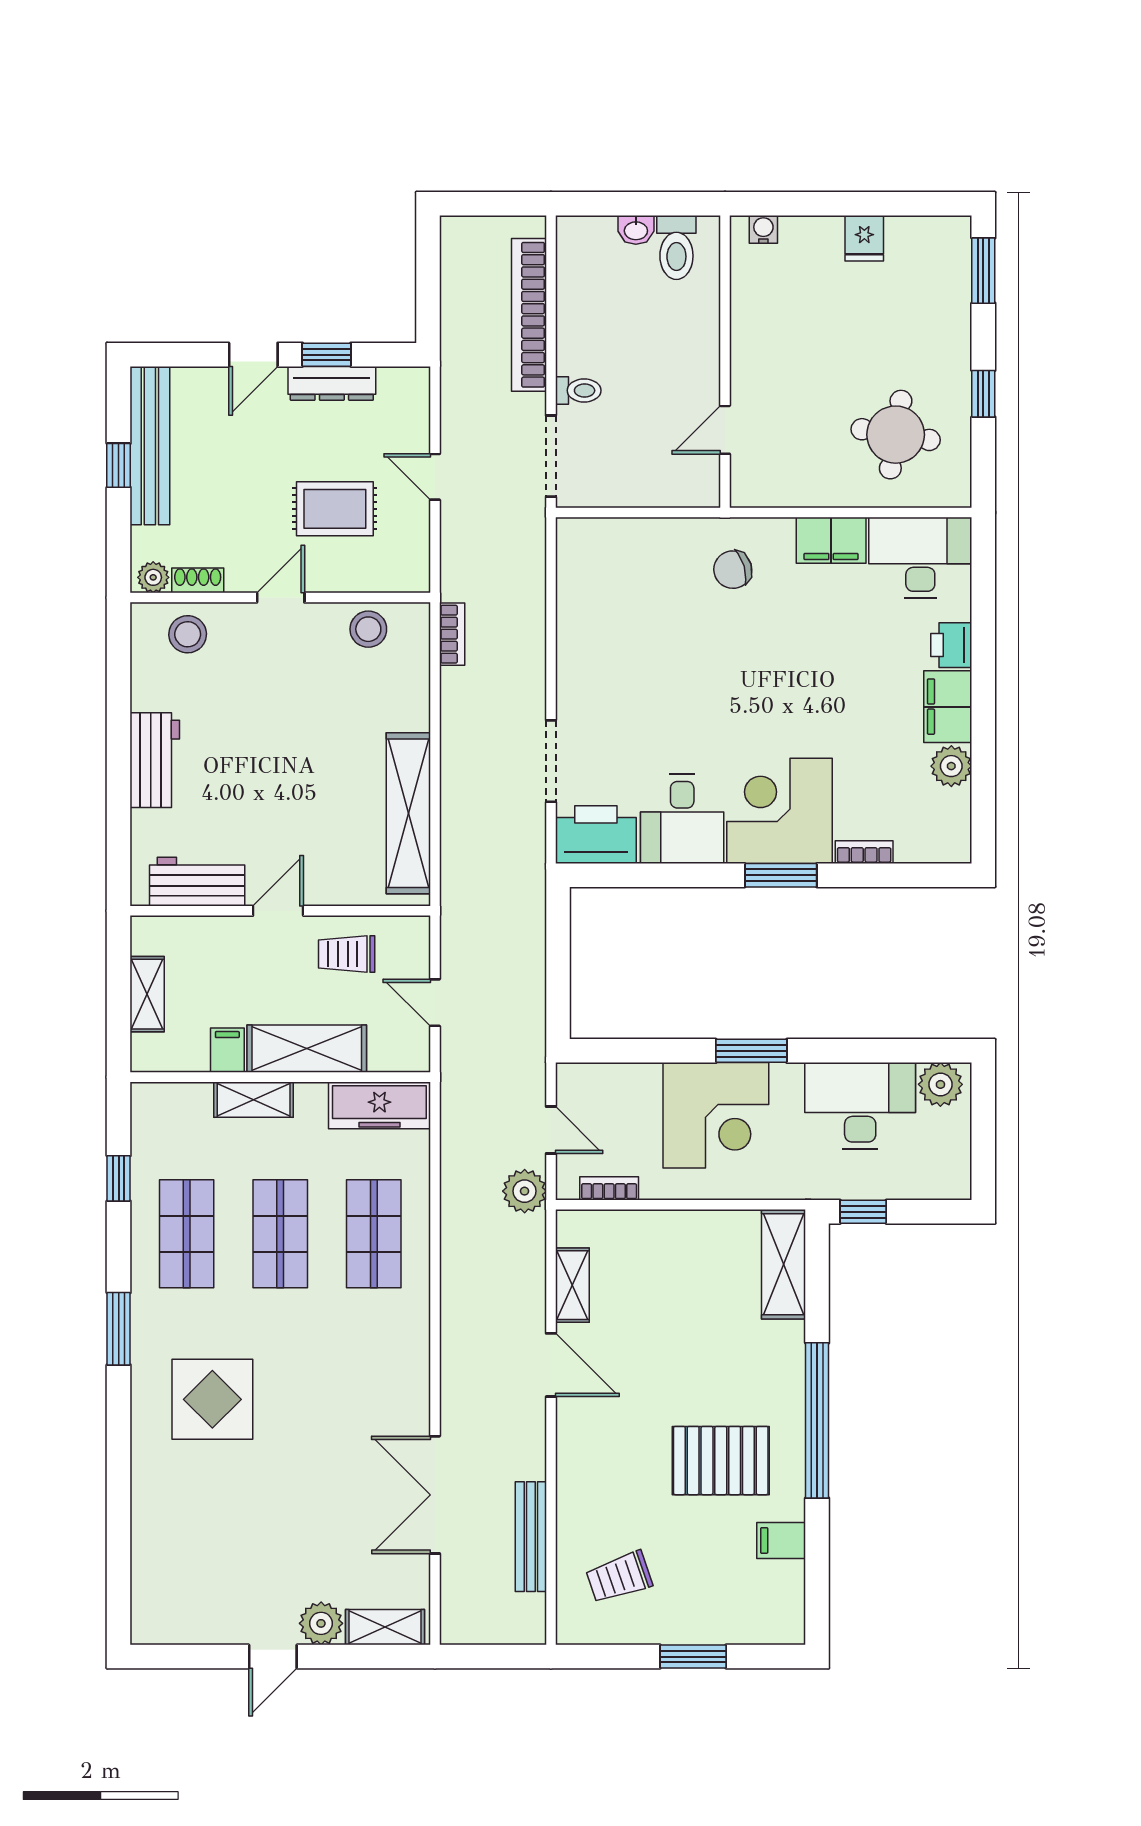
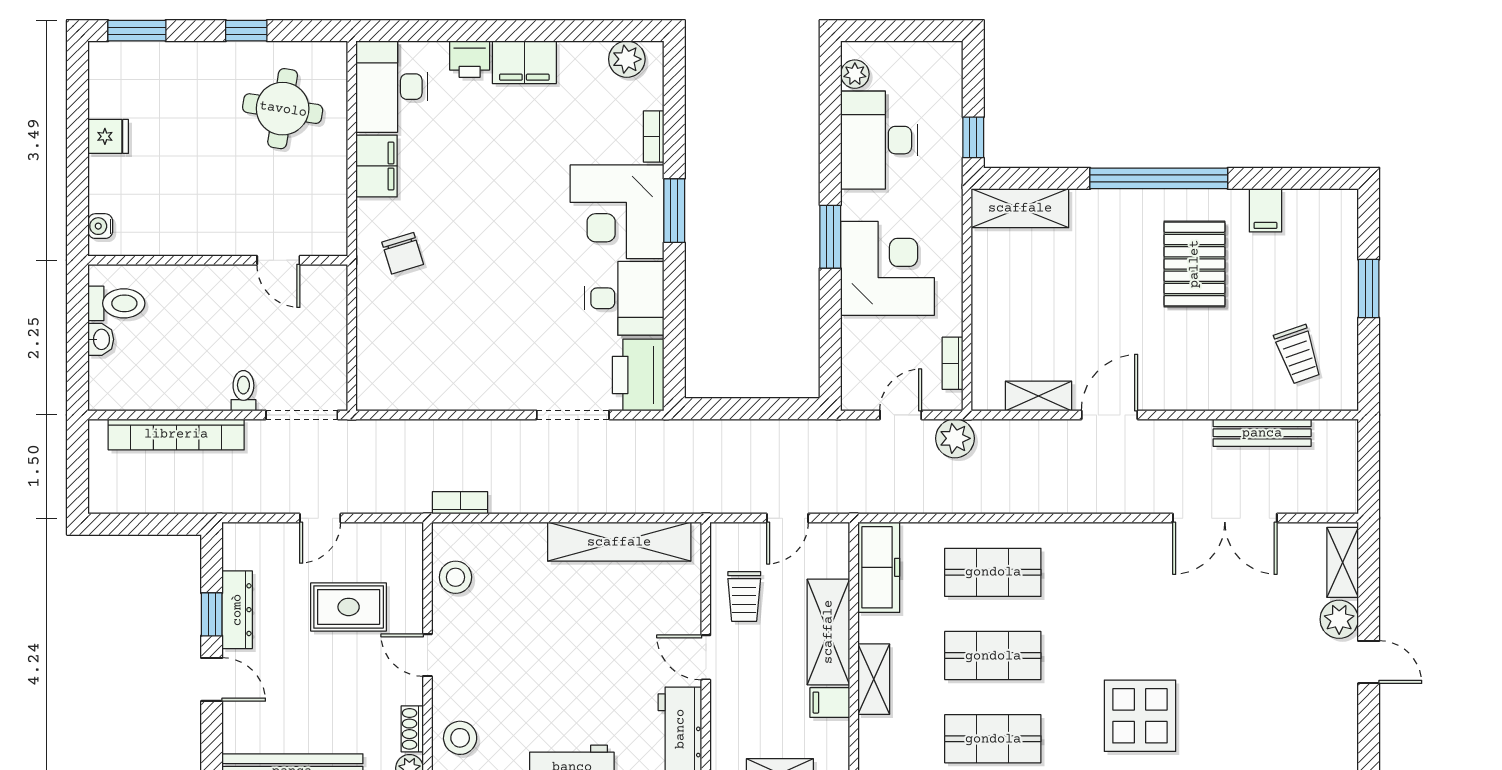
rug: (335, 509) -> (349, 607), turned 90
plant: (951, 766) -> (627, 59), moved
plant: (940, 1084) -> (855, 74), width x0.73, depth x0.73

